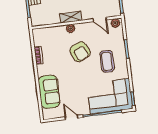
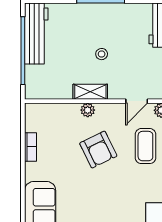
door: (100, 19) -> (137, 101), hinge flipped
coffee table: (107, 61) -> (145, 146), moved

